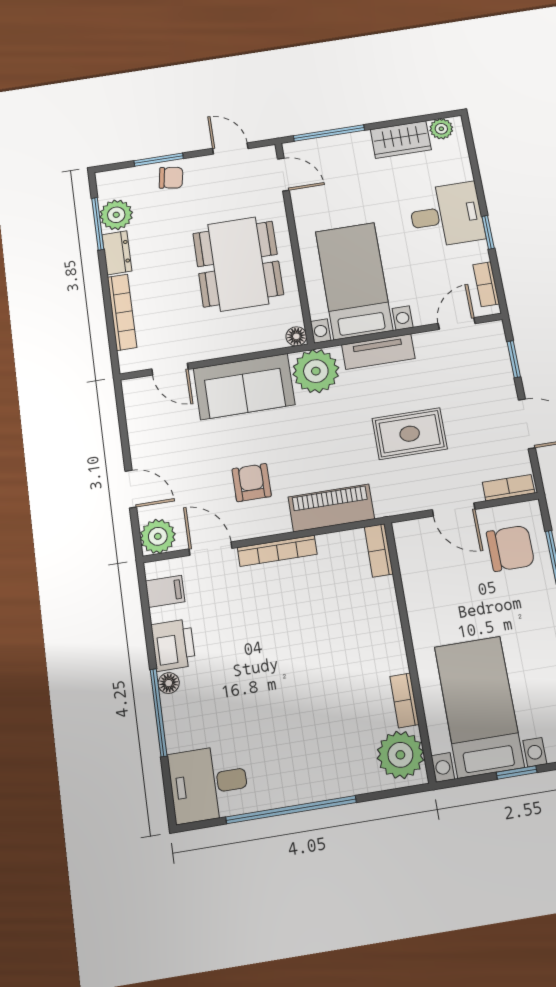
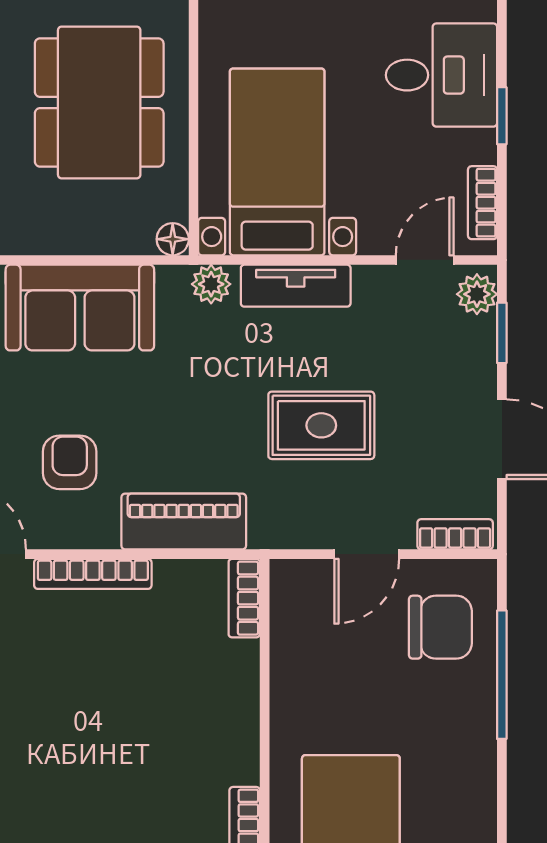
plant: (493, 339) -> (477, 294), added
plant: (316, 371) -> (211, 284), width x0.53, depth x0.53
door: (454, 509) -> (367, 554), hinge flipped

